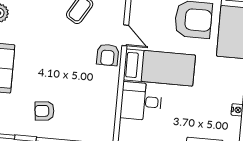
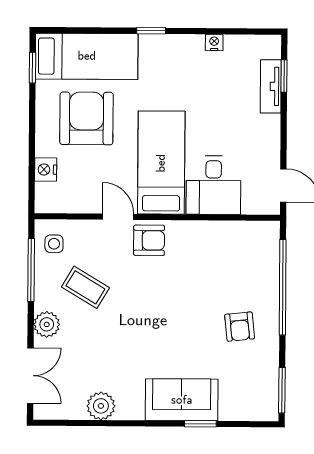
door: (125, 35) -> (118, 217), hinge flipped

